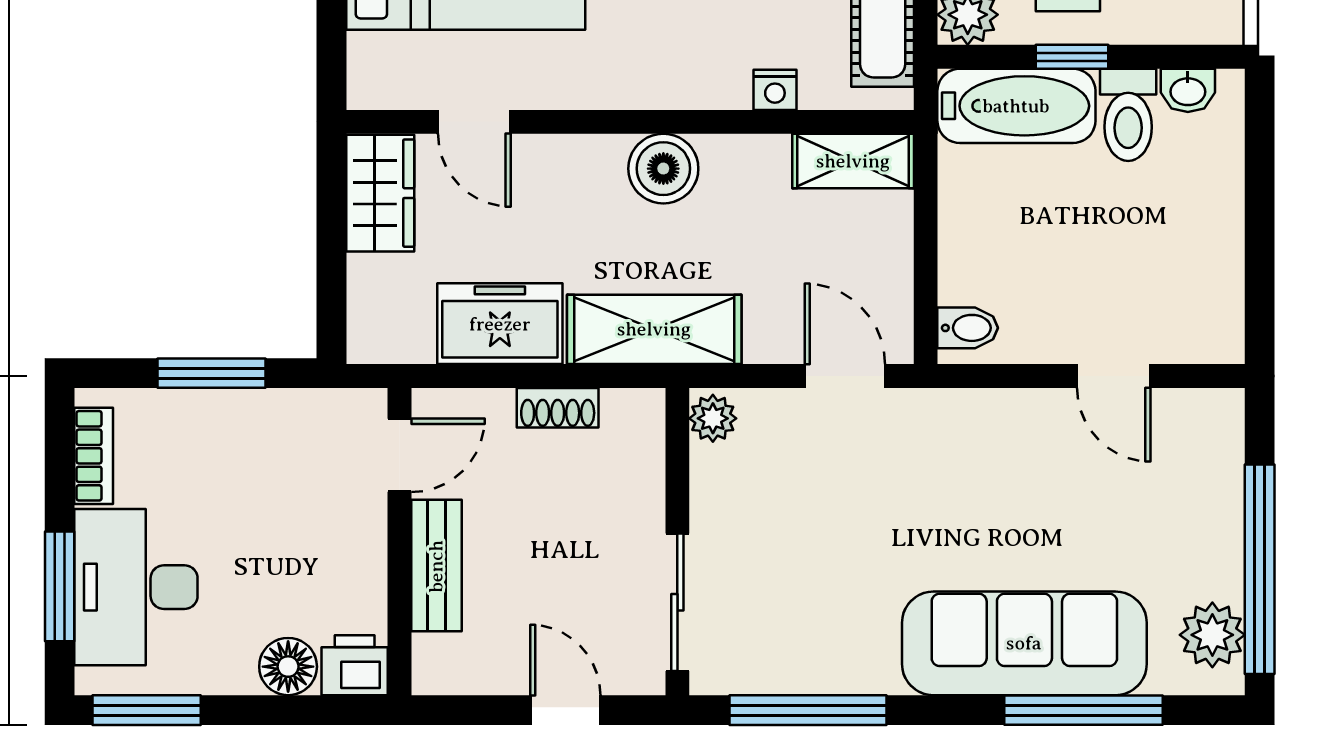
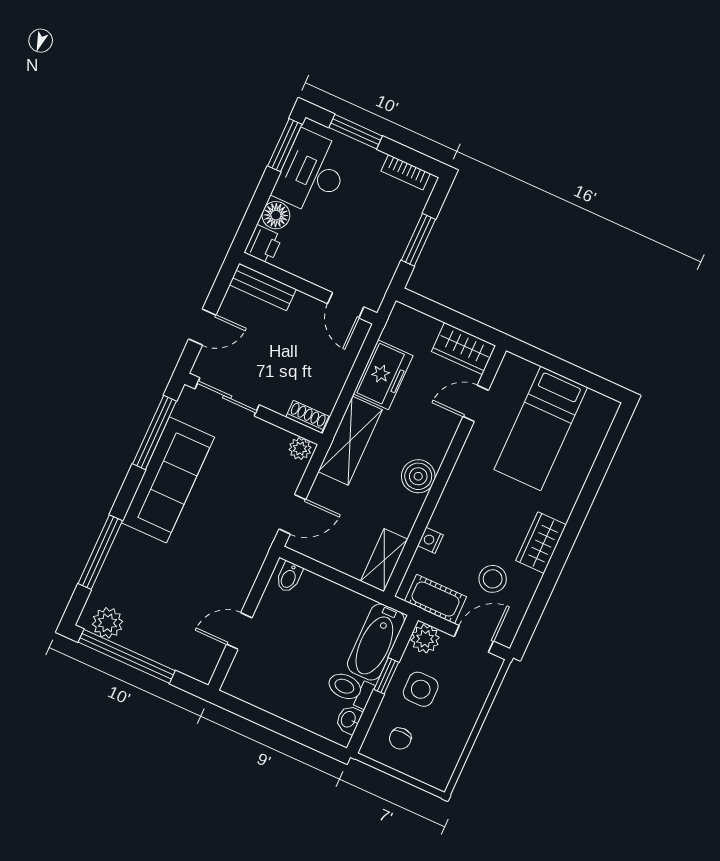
shoe rack: (558, 408) -> (307, 417), moved, turned 90
bench: (436, 566) -> (263, 287), moved
desk: (136, 587) -> (312, 173), moved, turned -90
sofa: (1024, 643) -> (168, 480), moved

